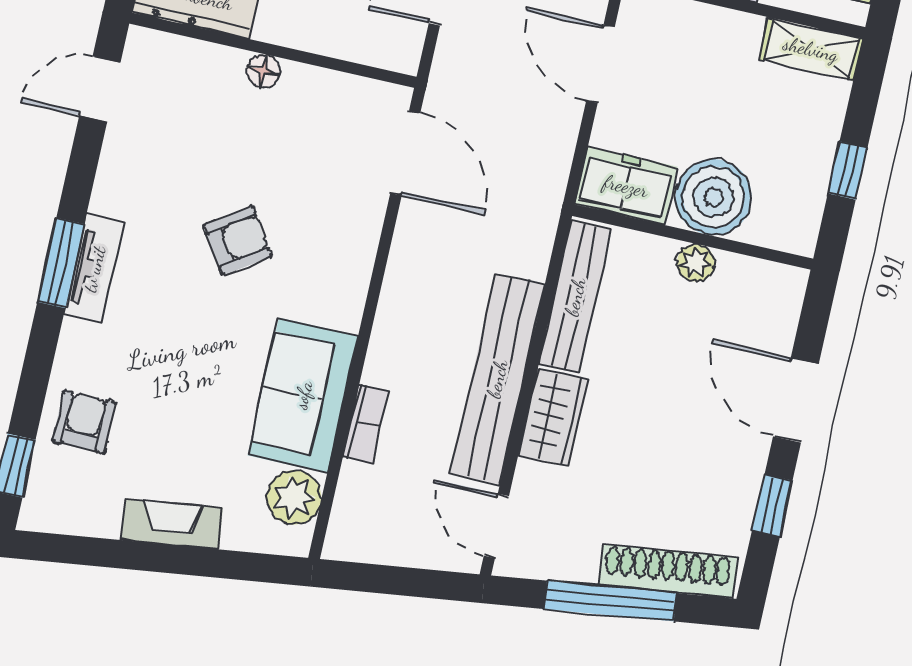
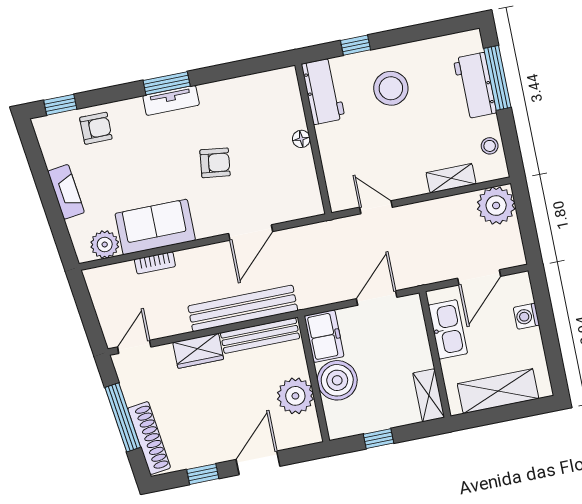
door: (100, 89) -> (258, 65), removed
door: (405, 153) -> (251, 233), moved
armchair: (238, 241) -> (215, 163), turned -49
plant: (696, 263) -> (295, 396), width x1.87, depth x1.87
bench: (497, 379) -> (243, 308), moved

